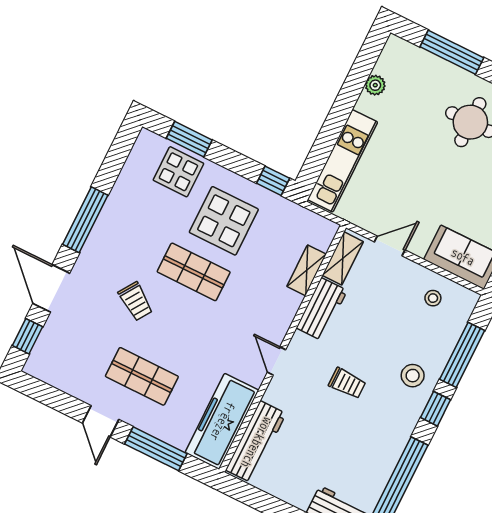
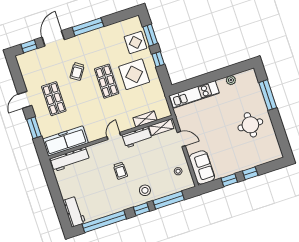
window: (273, 181) -> (158, 59), moved
door: (276, 361) -> (114, 136), moved
window: (156, 449) -> (34, 128), width x0.69

